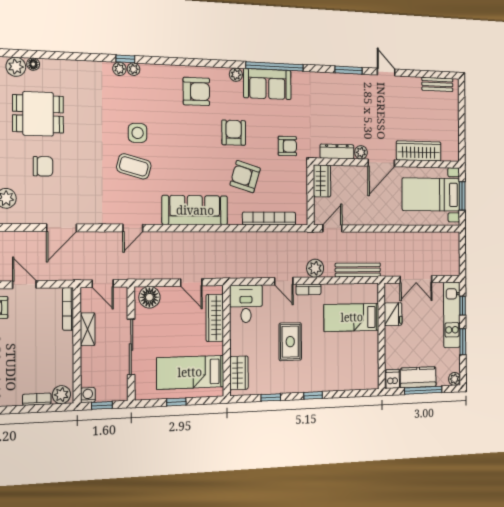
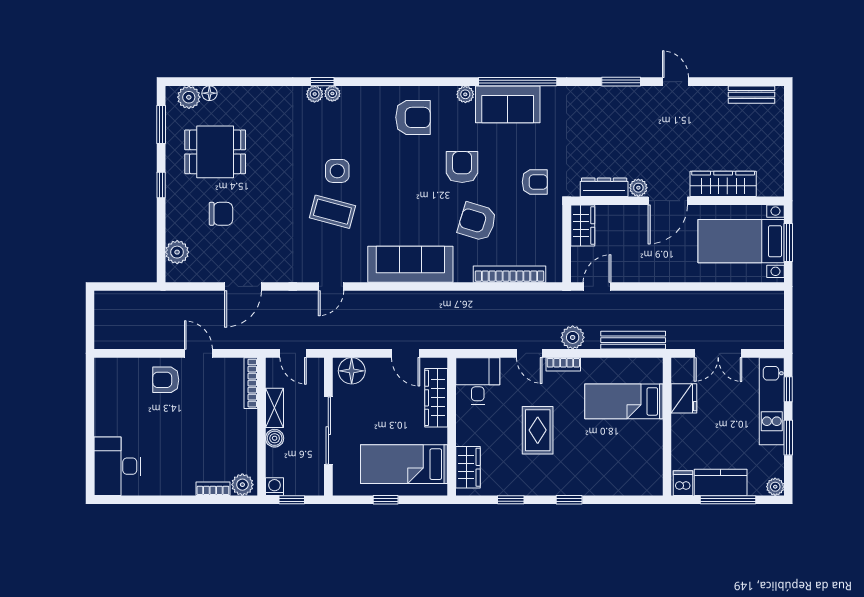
boiler: (88, 355) -> (275, 438), added

